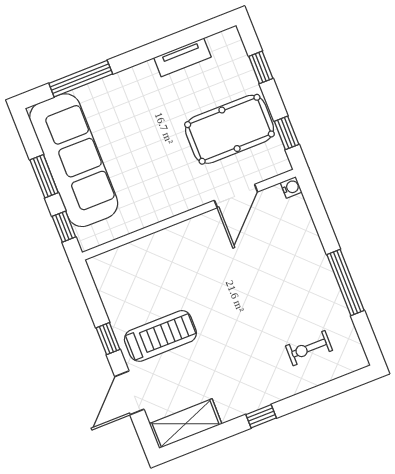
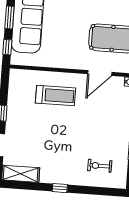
treadmill: (160, 336) -> (56, 96), moved

